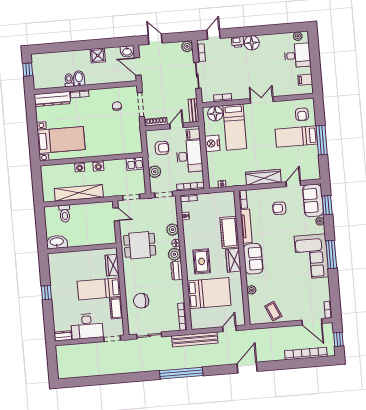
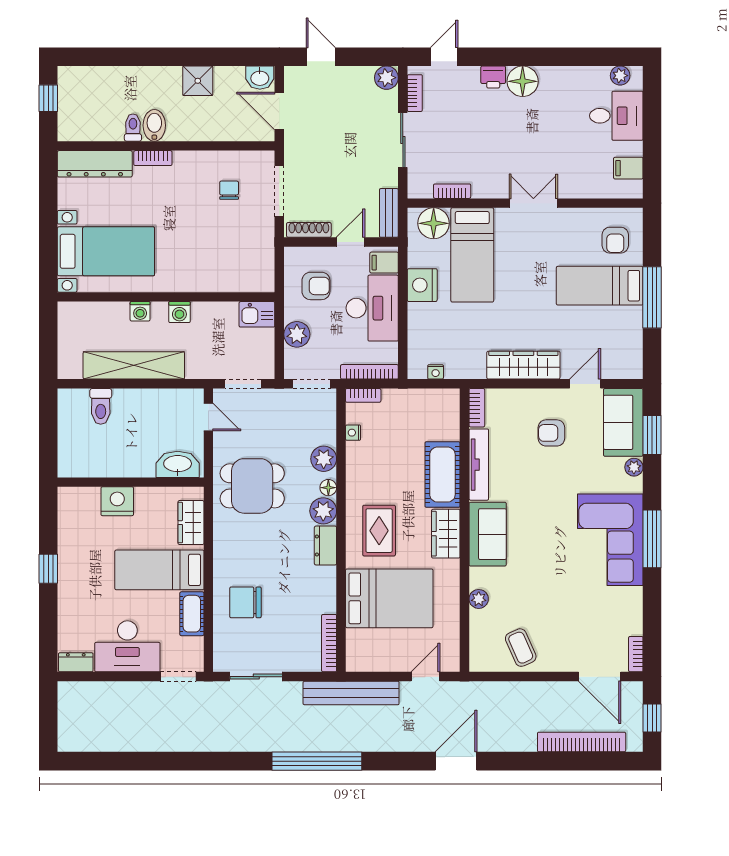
washbasin: (57, 242) -> (178, 464), moved
nightstand: (76, 258) -> (117, 501), added

